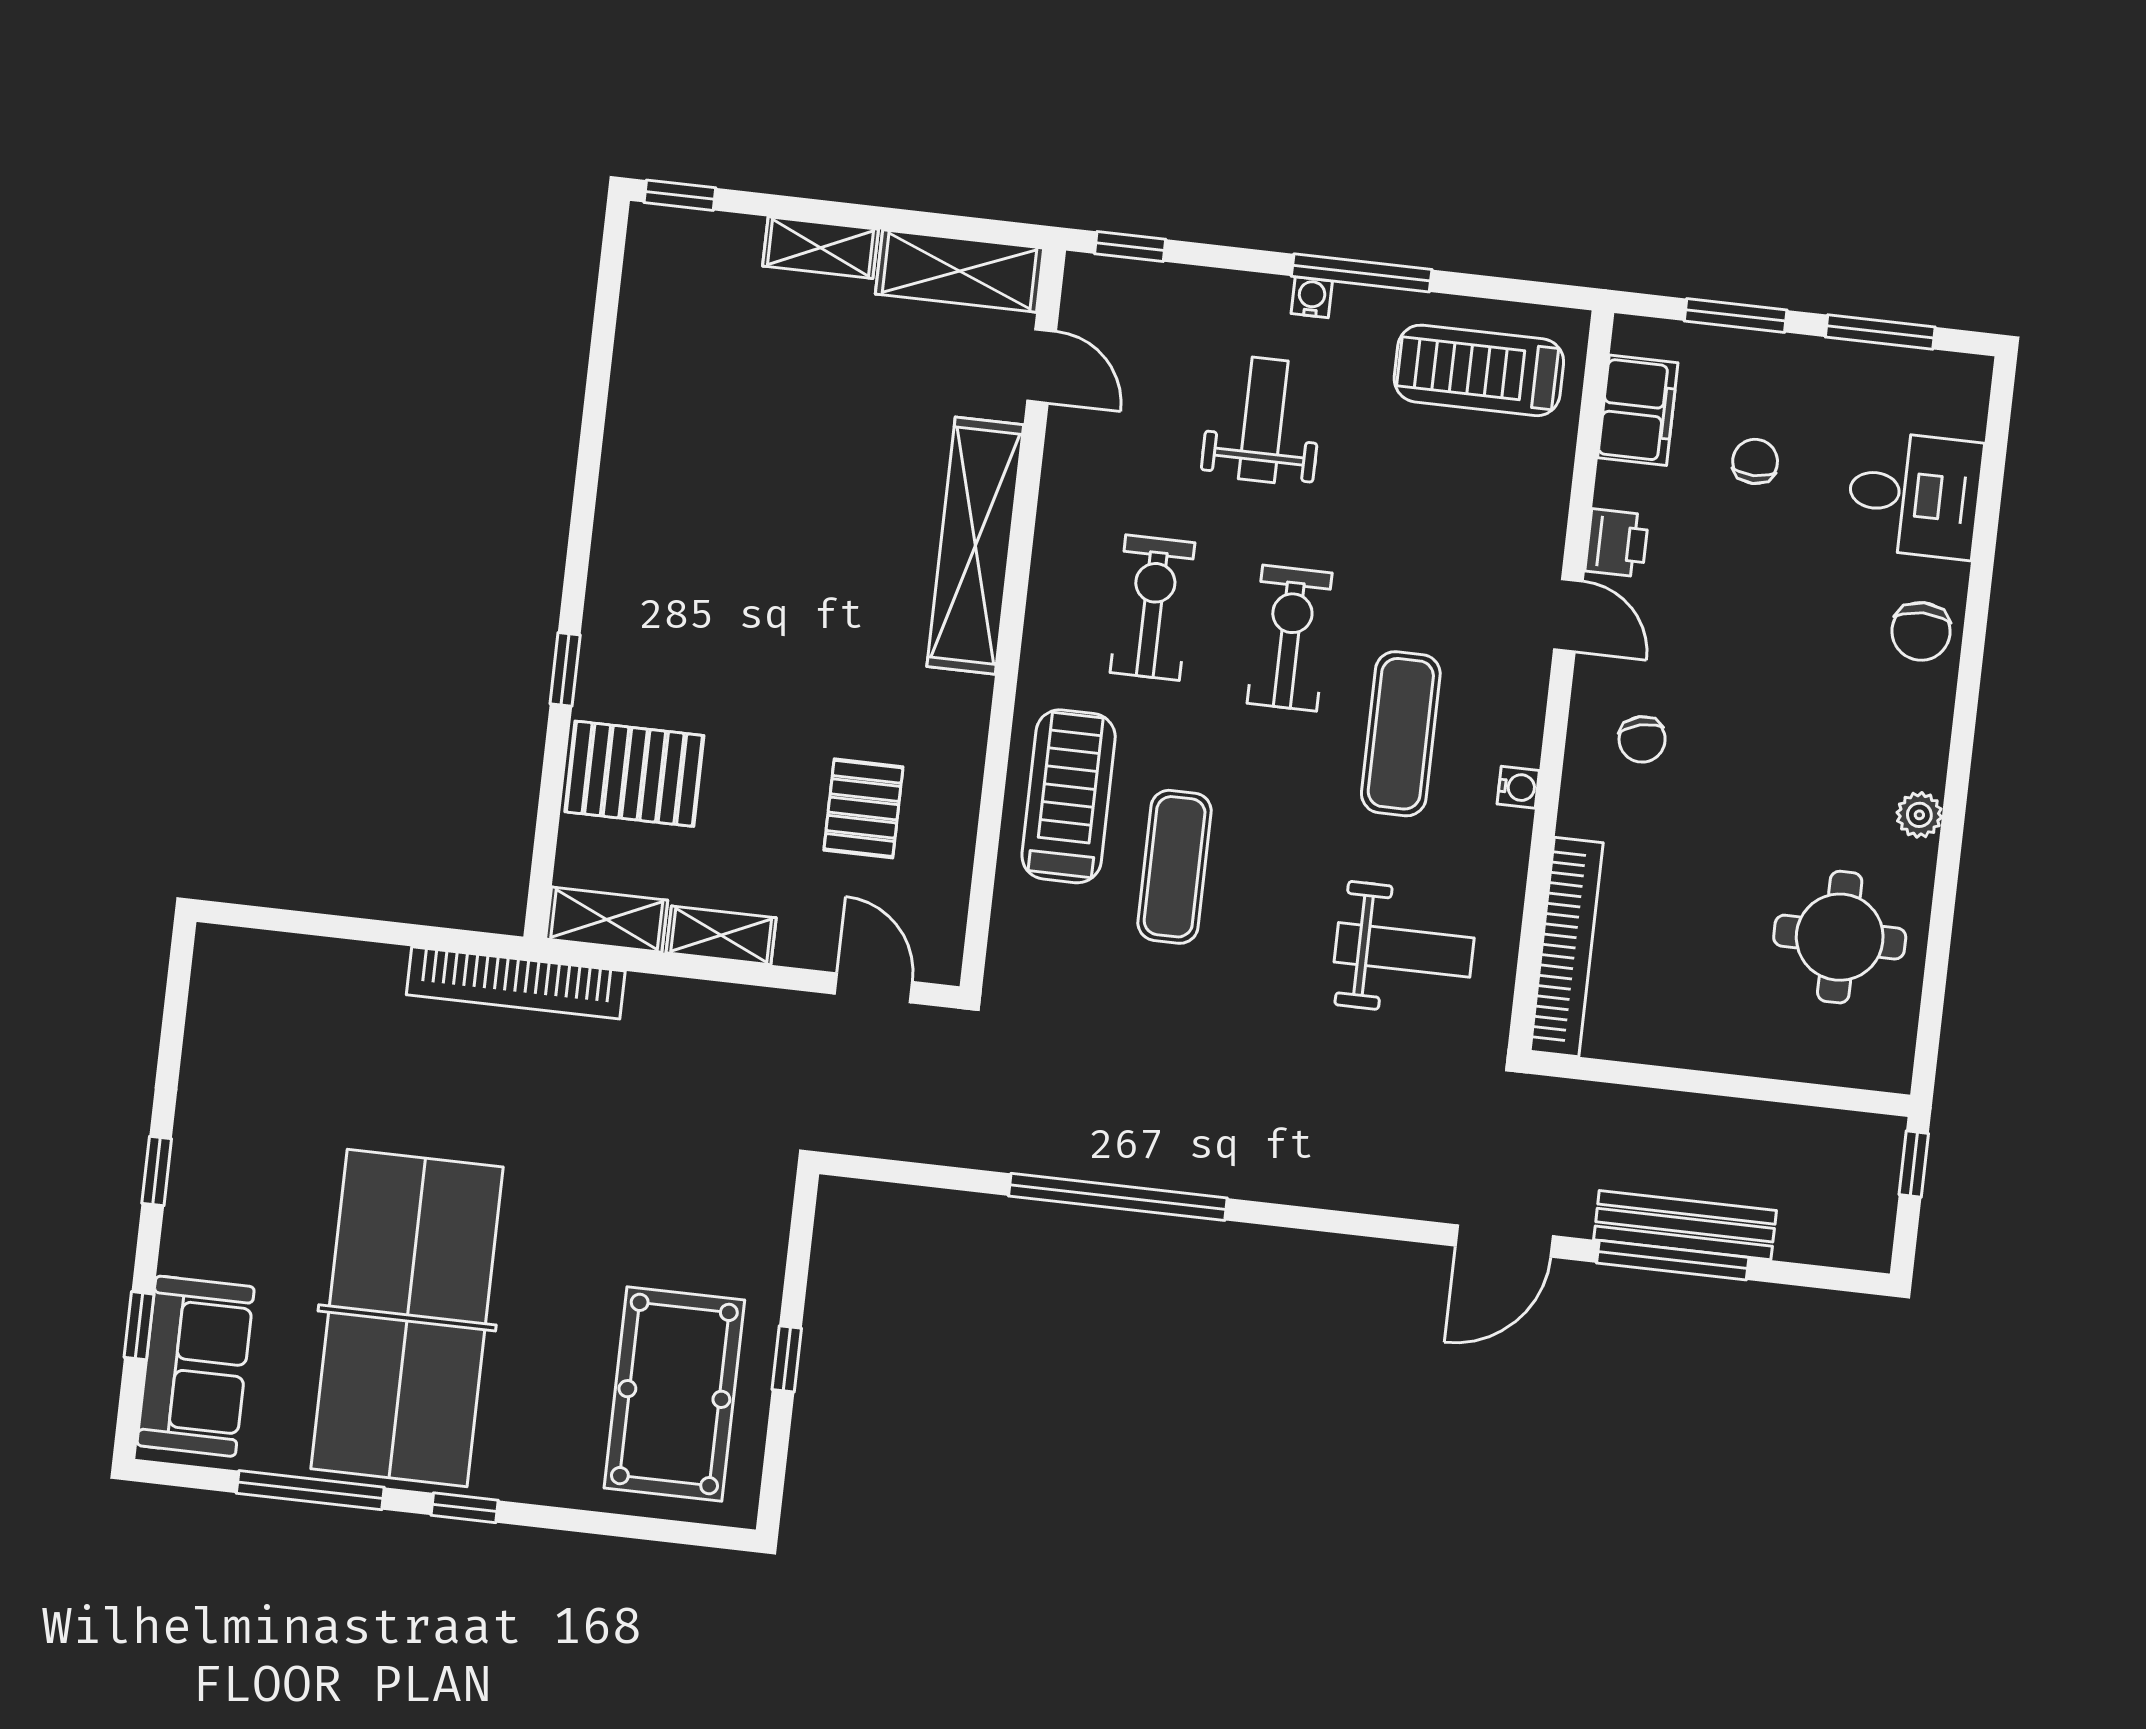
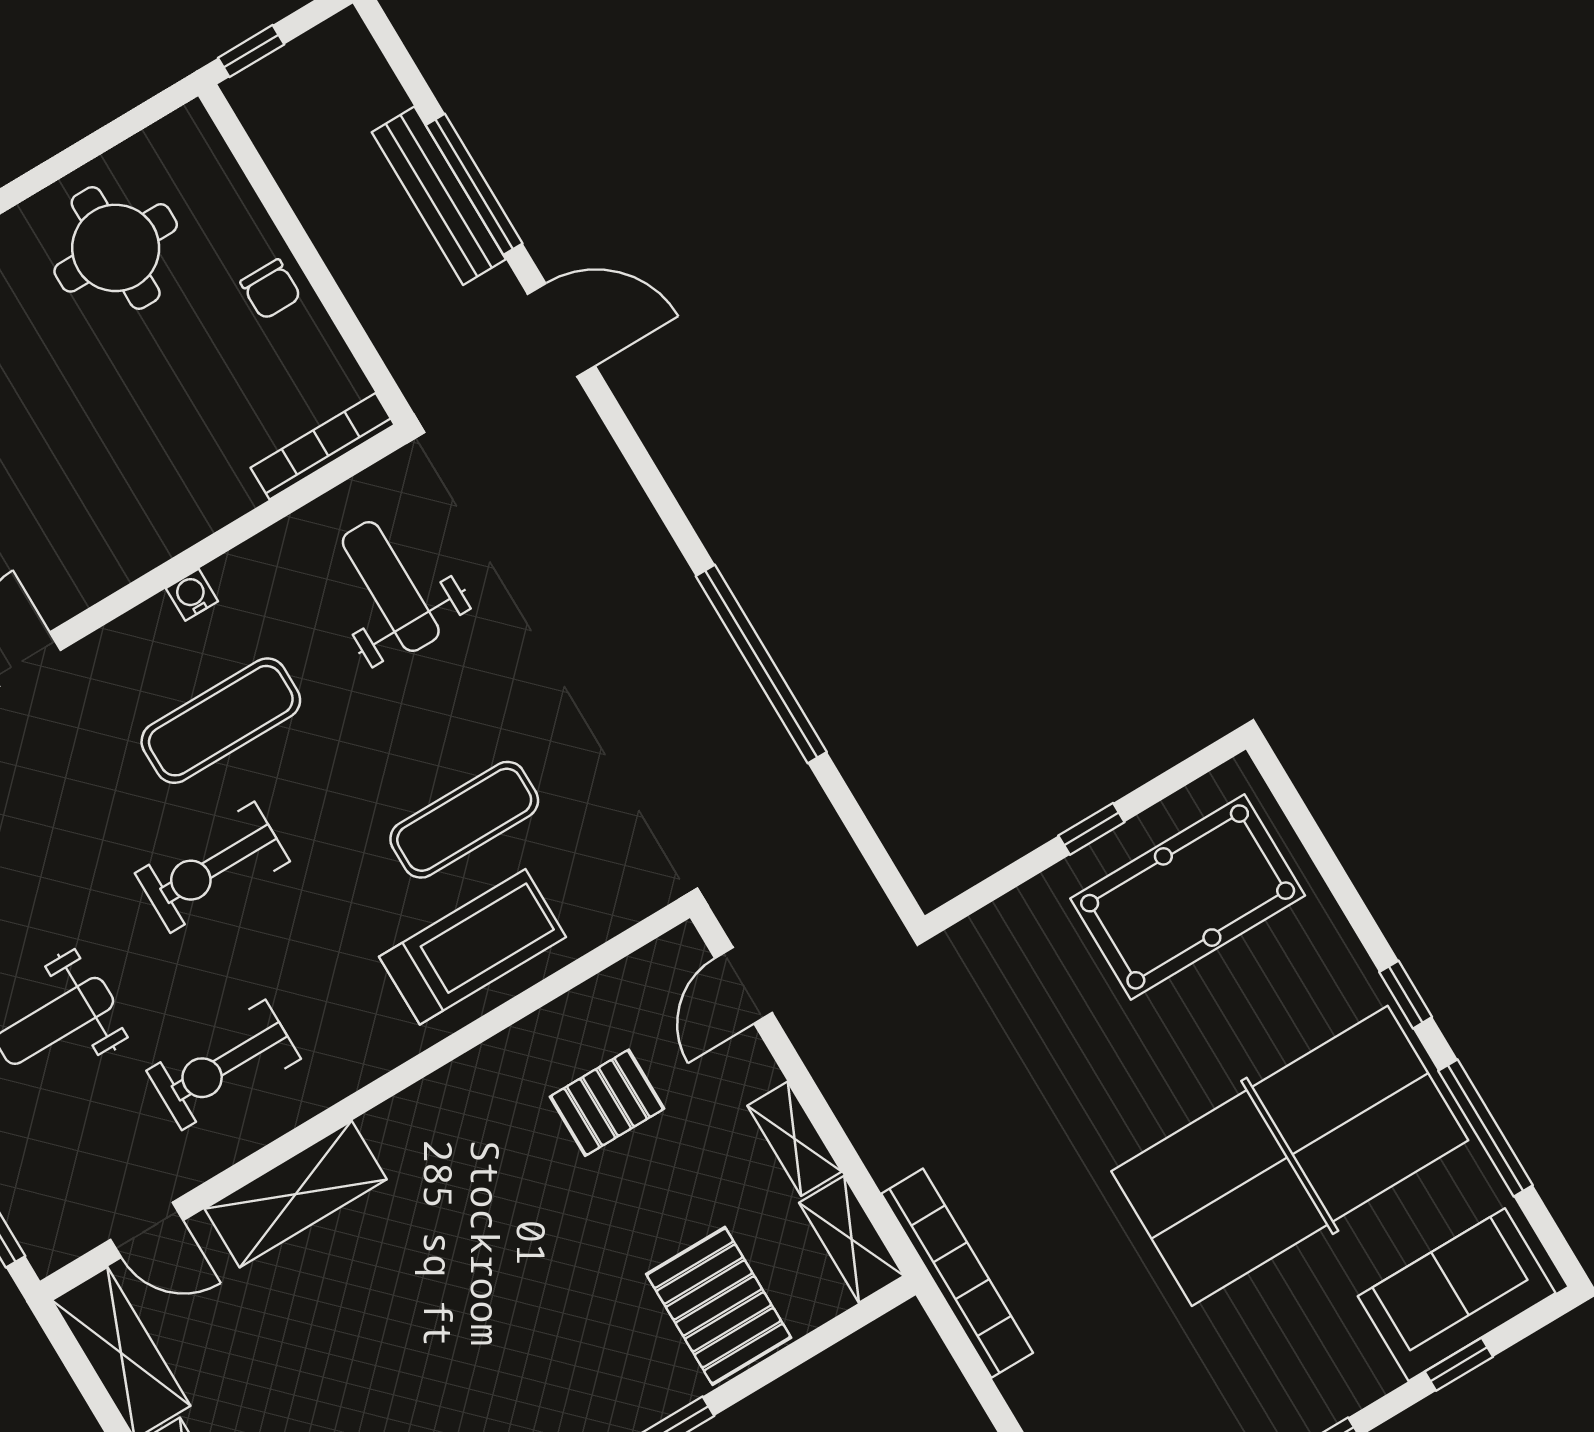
door: (1042, 366) -> (147, 1230), swing flipped
shelving: (975, 546) -> (296, 1194), width x0.68
exercise bike: (1153, 608) -> (224, 1065), moved
chair: (1642, 739) -> (271, 289), moved, turned 104
treadmill: (1069, 796) -> (473, 947), turned 180
bookcase: (1567, 947) -> (323, 446), width x0.68, depth x0.76

